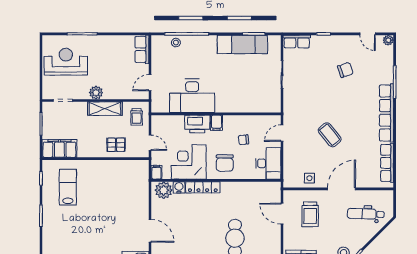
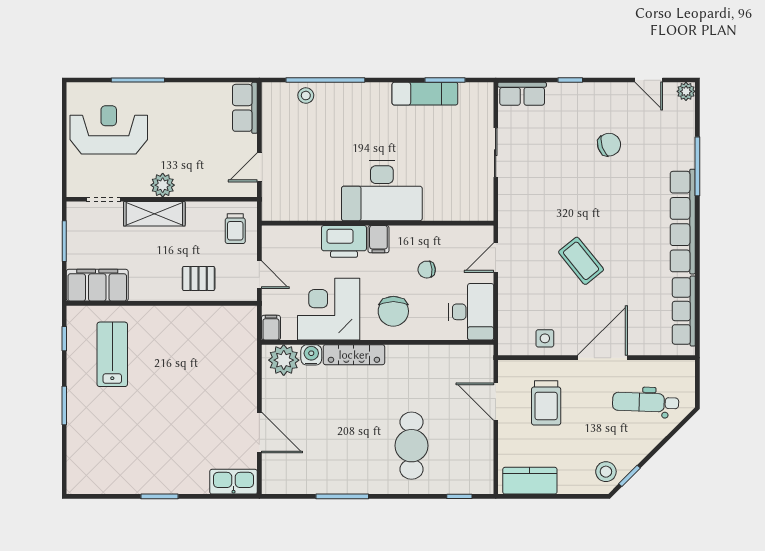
exam couch: (242, 44) -> (425, 94), width x0.73, depth x0.69
desk: (192, 96) -> (382, 191), moved
shelving: (105, 109) -> (154, 214), moved

